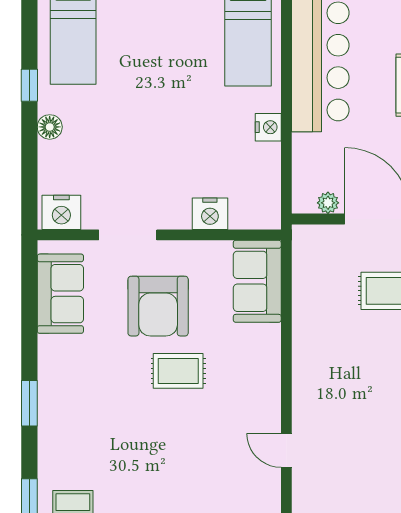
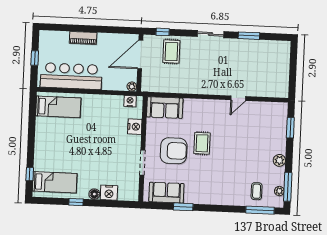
nightstand: (268, 127) -> (130, 101), moved
plant: (328, 203) -> (132, 87), moved
nightstand: (61, 212) -> (109, 193), moved, turned 90
window: (29, 403) -> (183, 207), moved

